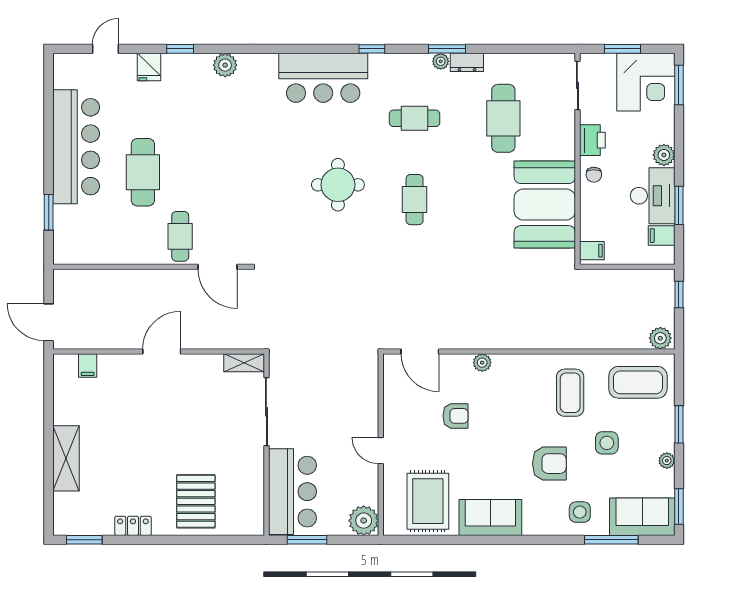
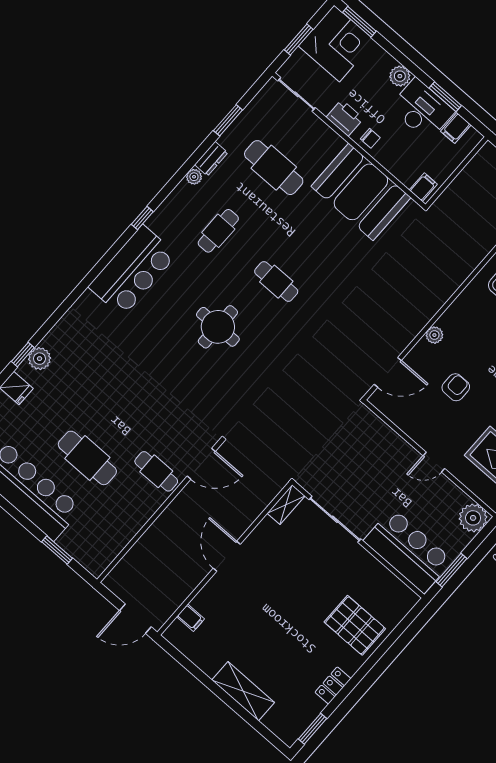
window: (447, 49) -> (228, 120), moved
plant: (225, 65) -> (40, 359), moved

